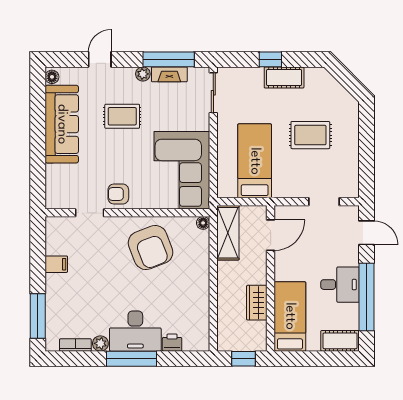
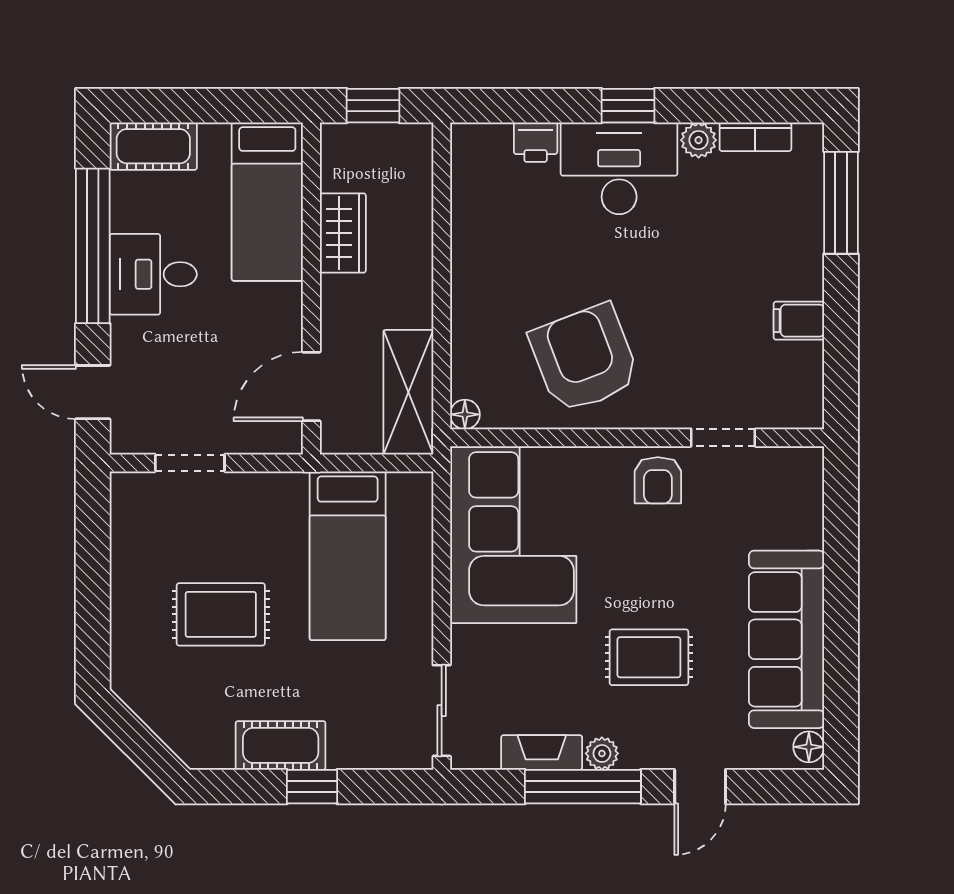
window: (169, 59) -> (583, 787), moved
armchair: (118, 194) -> (658, 480), turned 90
window: (131, 359) -> (628, 106), width x0.46

